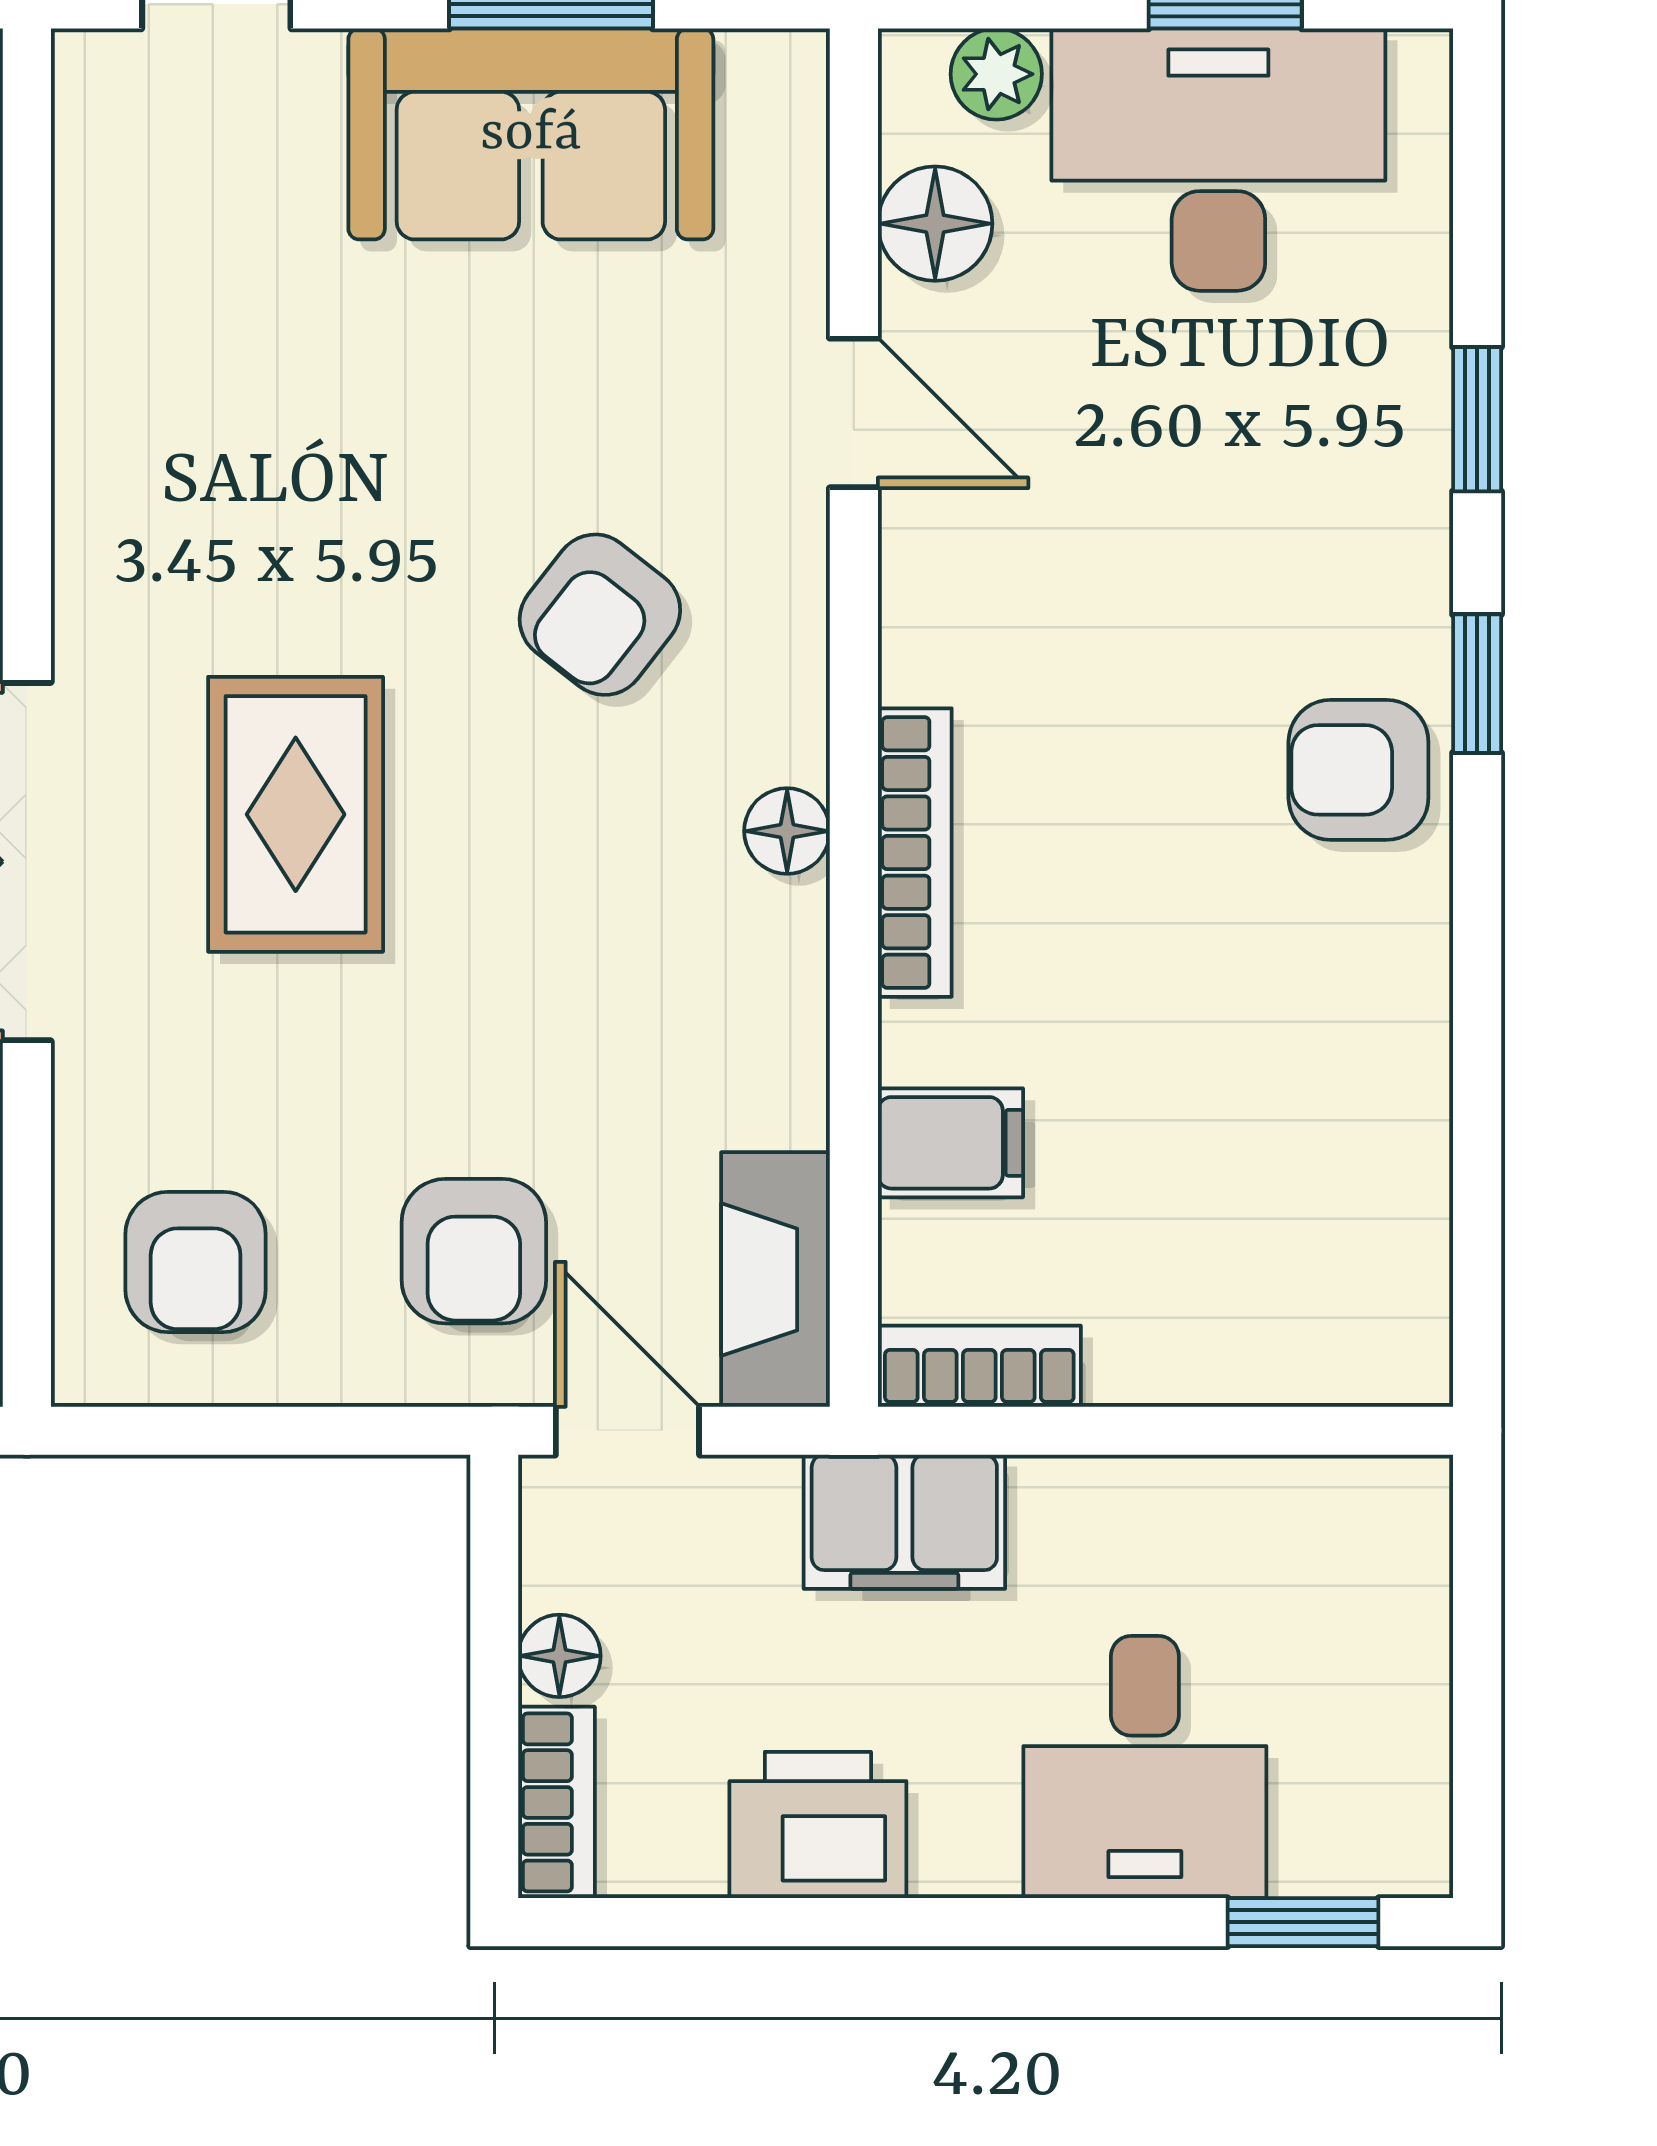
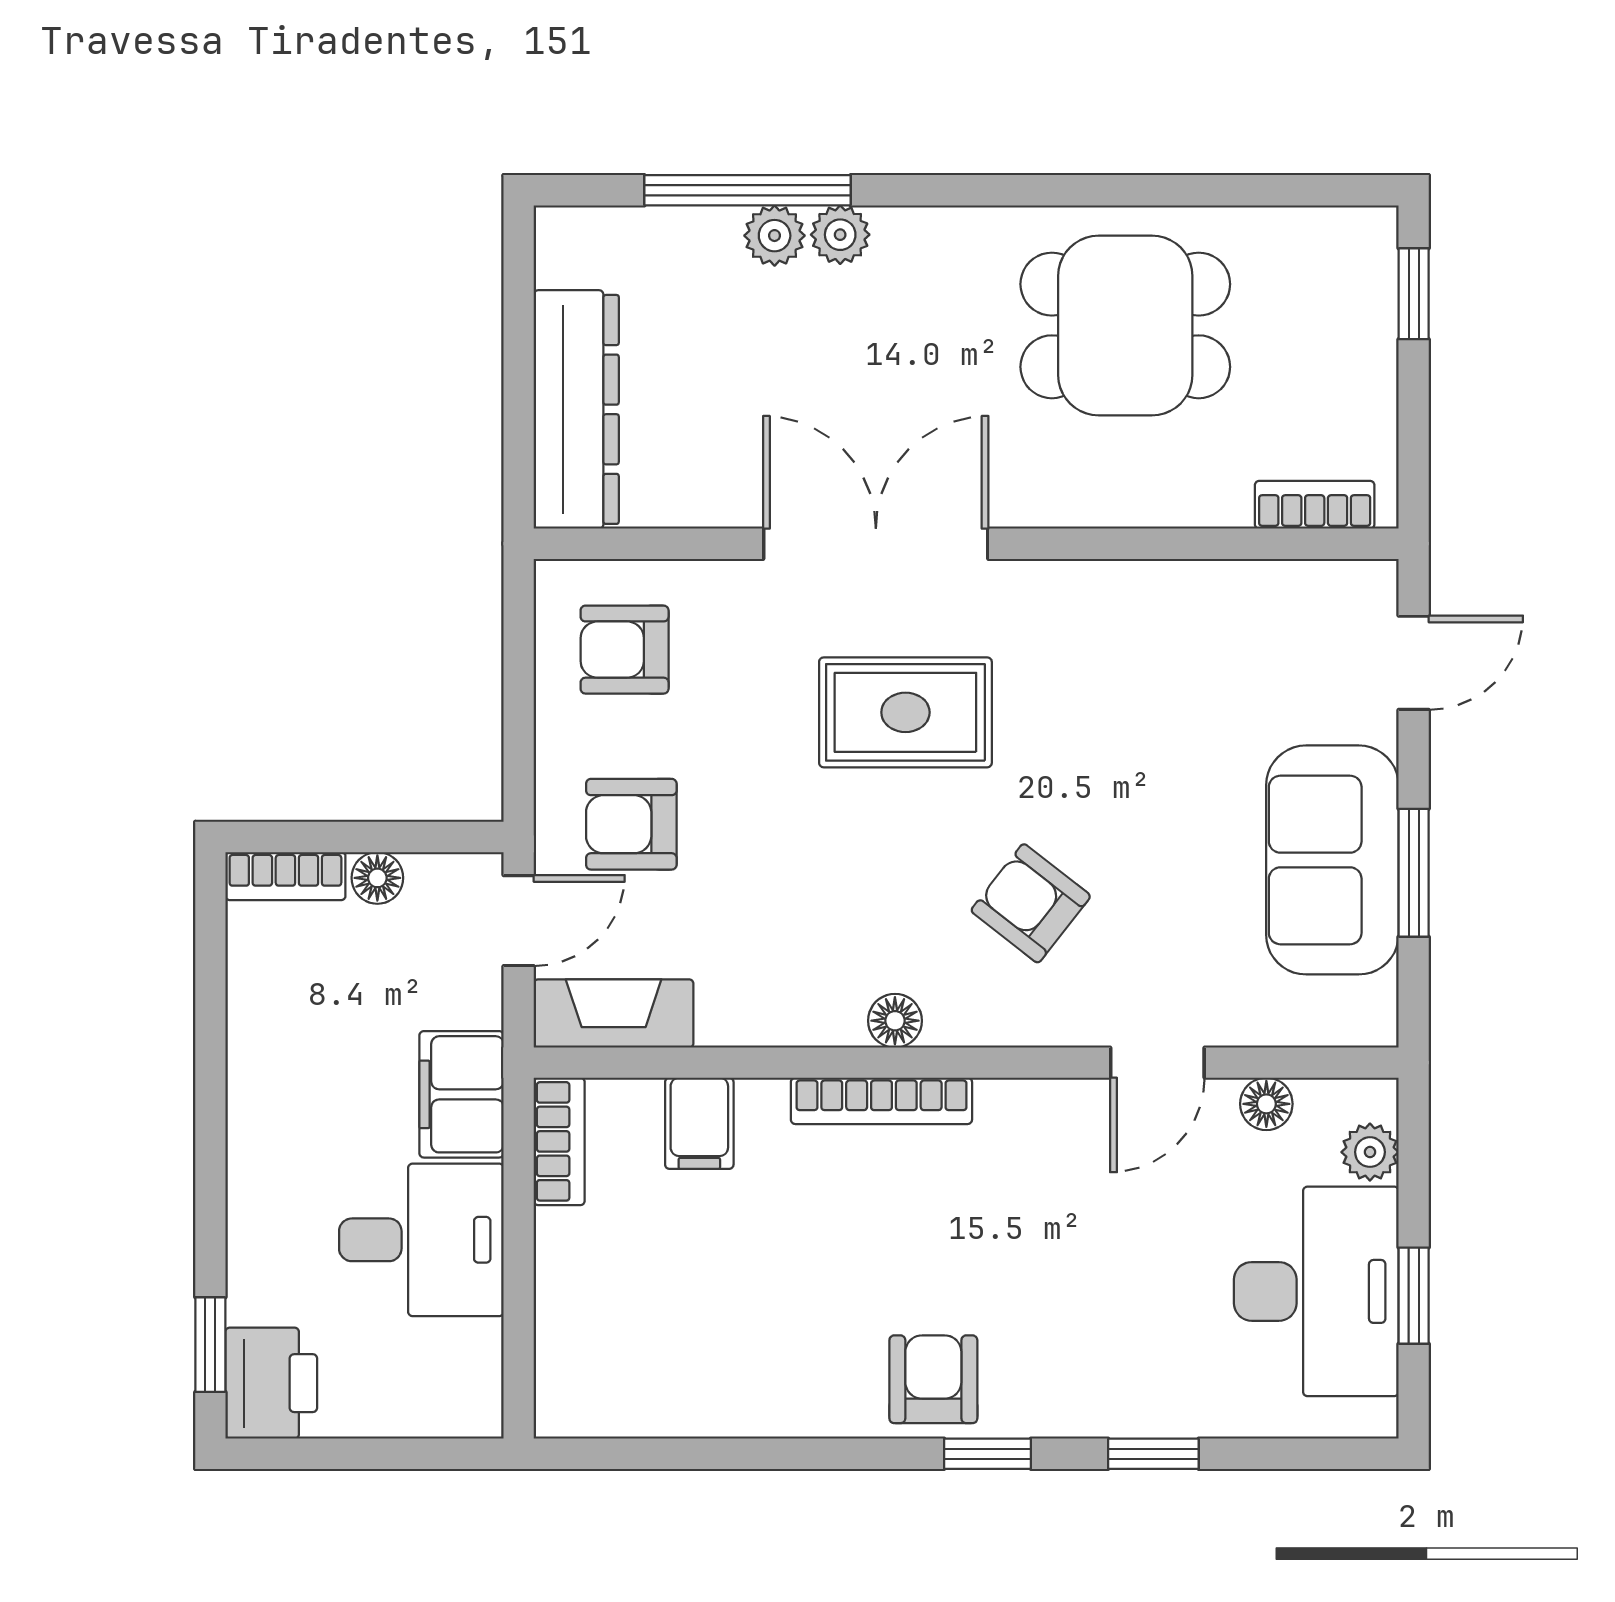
floor lamp: (935, 224) -> (1266, 1104), width x0.73, depth x0.73
desk: (1145, 1767) -> (421, 1240), moved, turned 180
printer: (818, 1825) -> (271, 1383), moved

